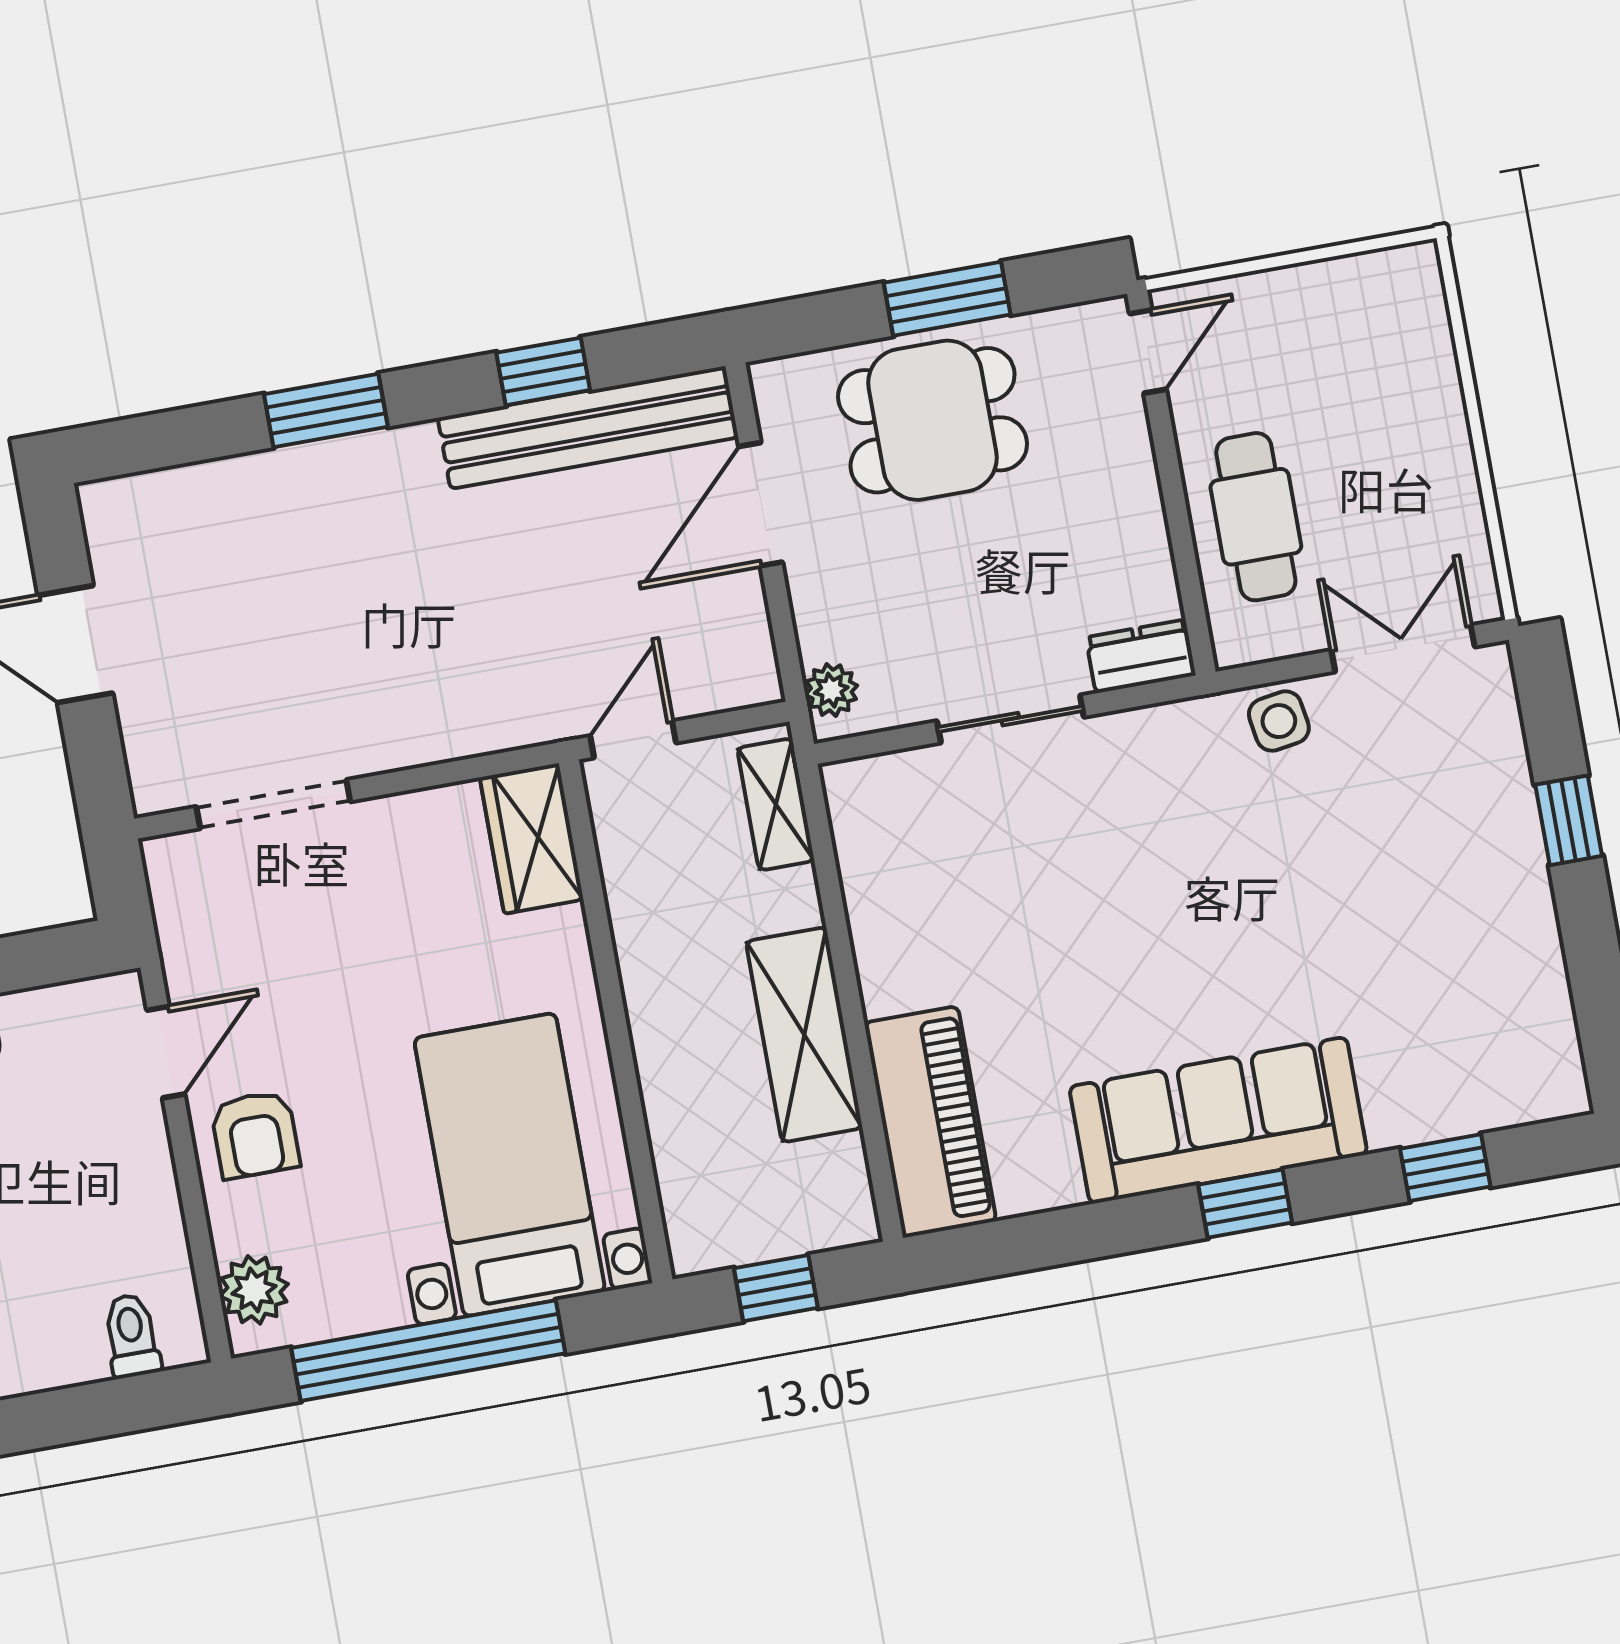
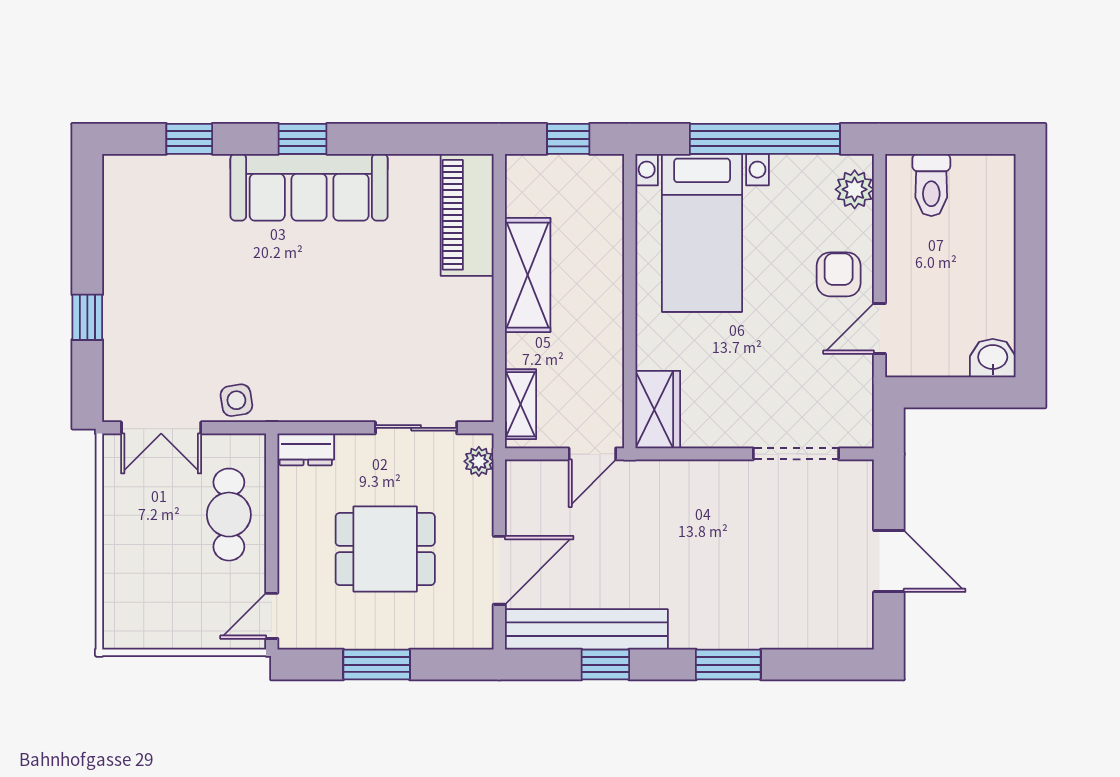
dining table: (933, 420) -> (385, 549), moved
sliding door: (1010, 719) -> (416, 428), moved
toilet: (132, 1336) -> (931, 185), width x1.37, depth x1.39

